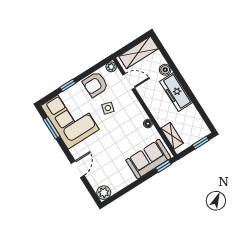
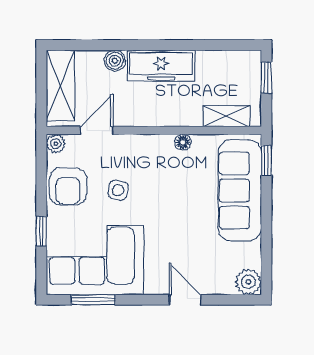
sofa: (148, 159) -> (240, 191), width x1.36

